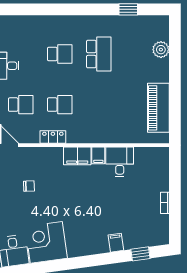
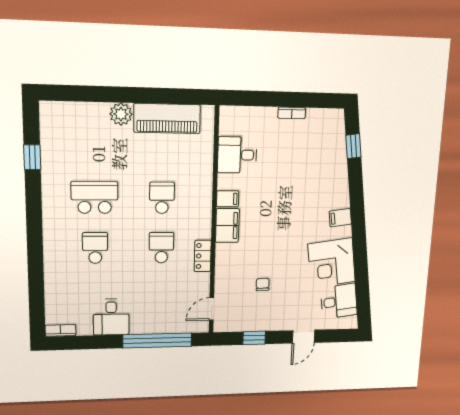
plant: (161, 50) -> (121, 114), moved
school desk: (21, 105) -> (162, 198), moved
desk: (120, 162) -> (237, 155), moved
filing cabinet: (116, 243) -> (340, 218), moved

